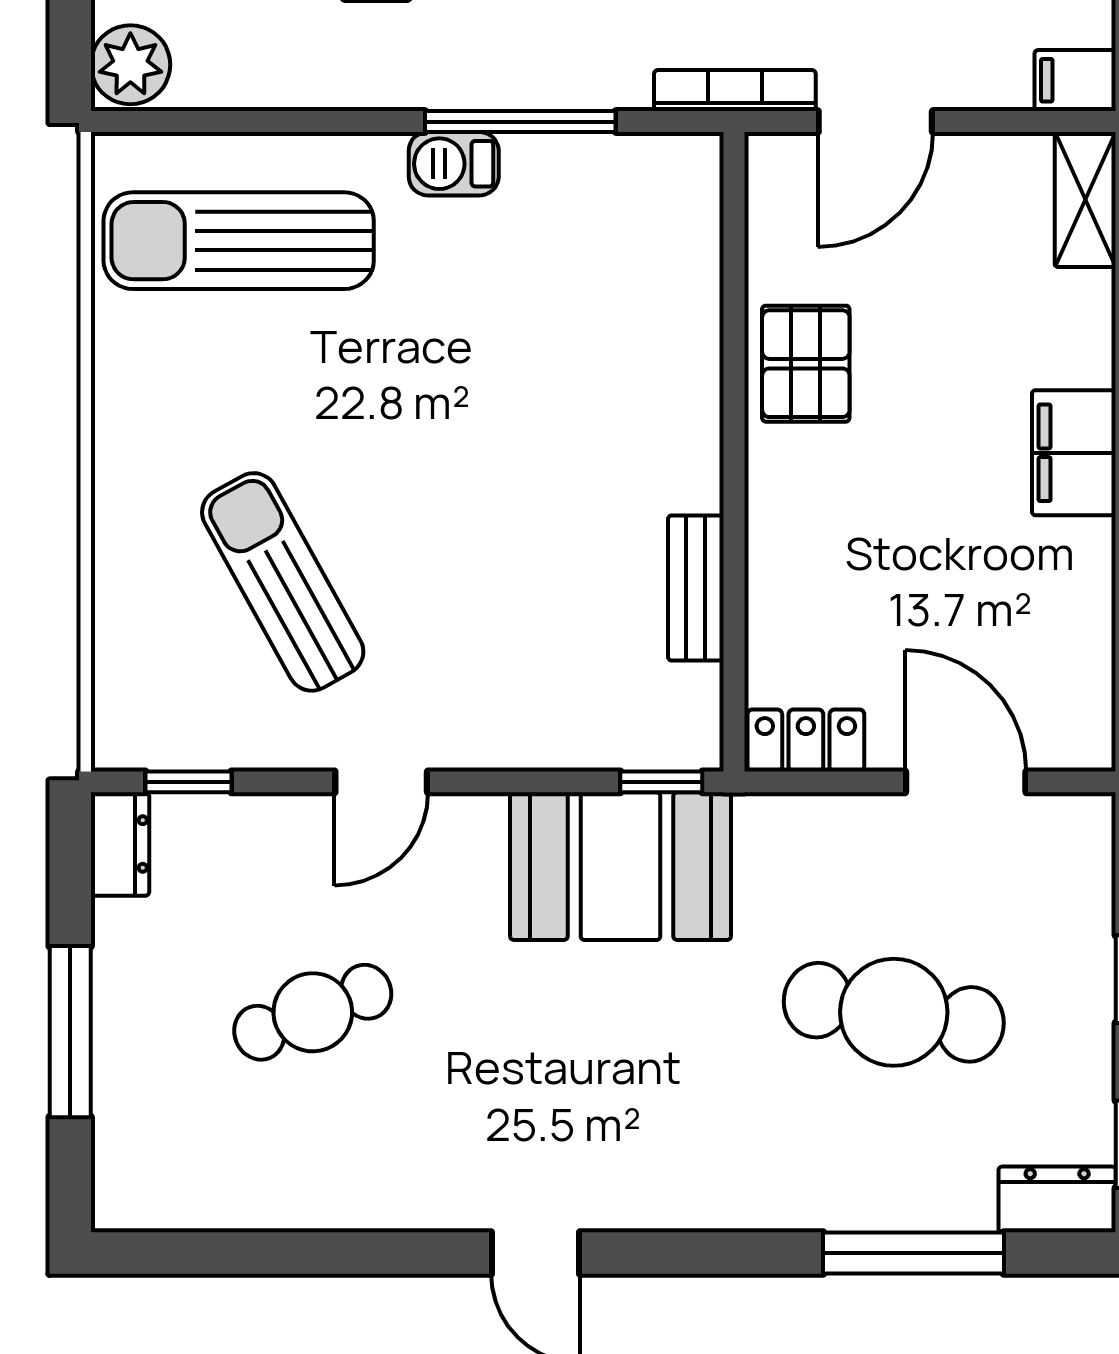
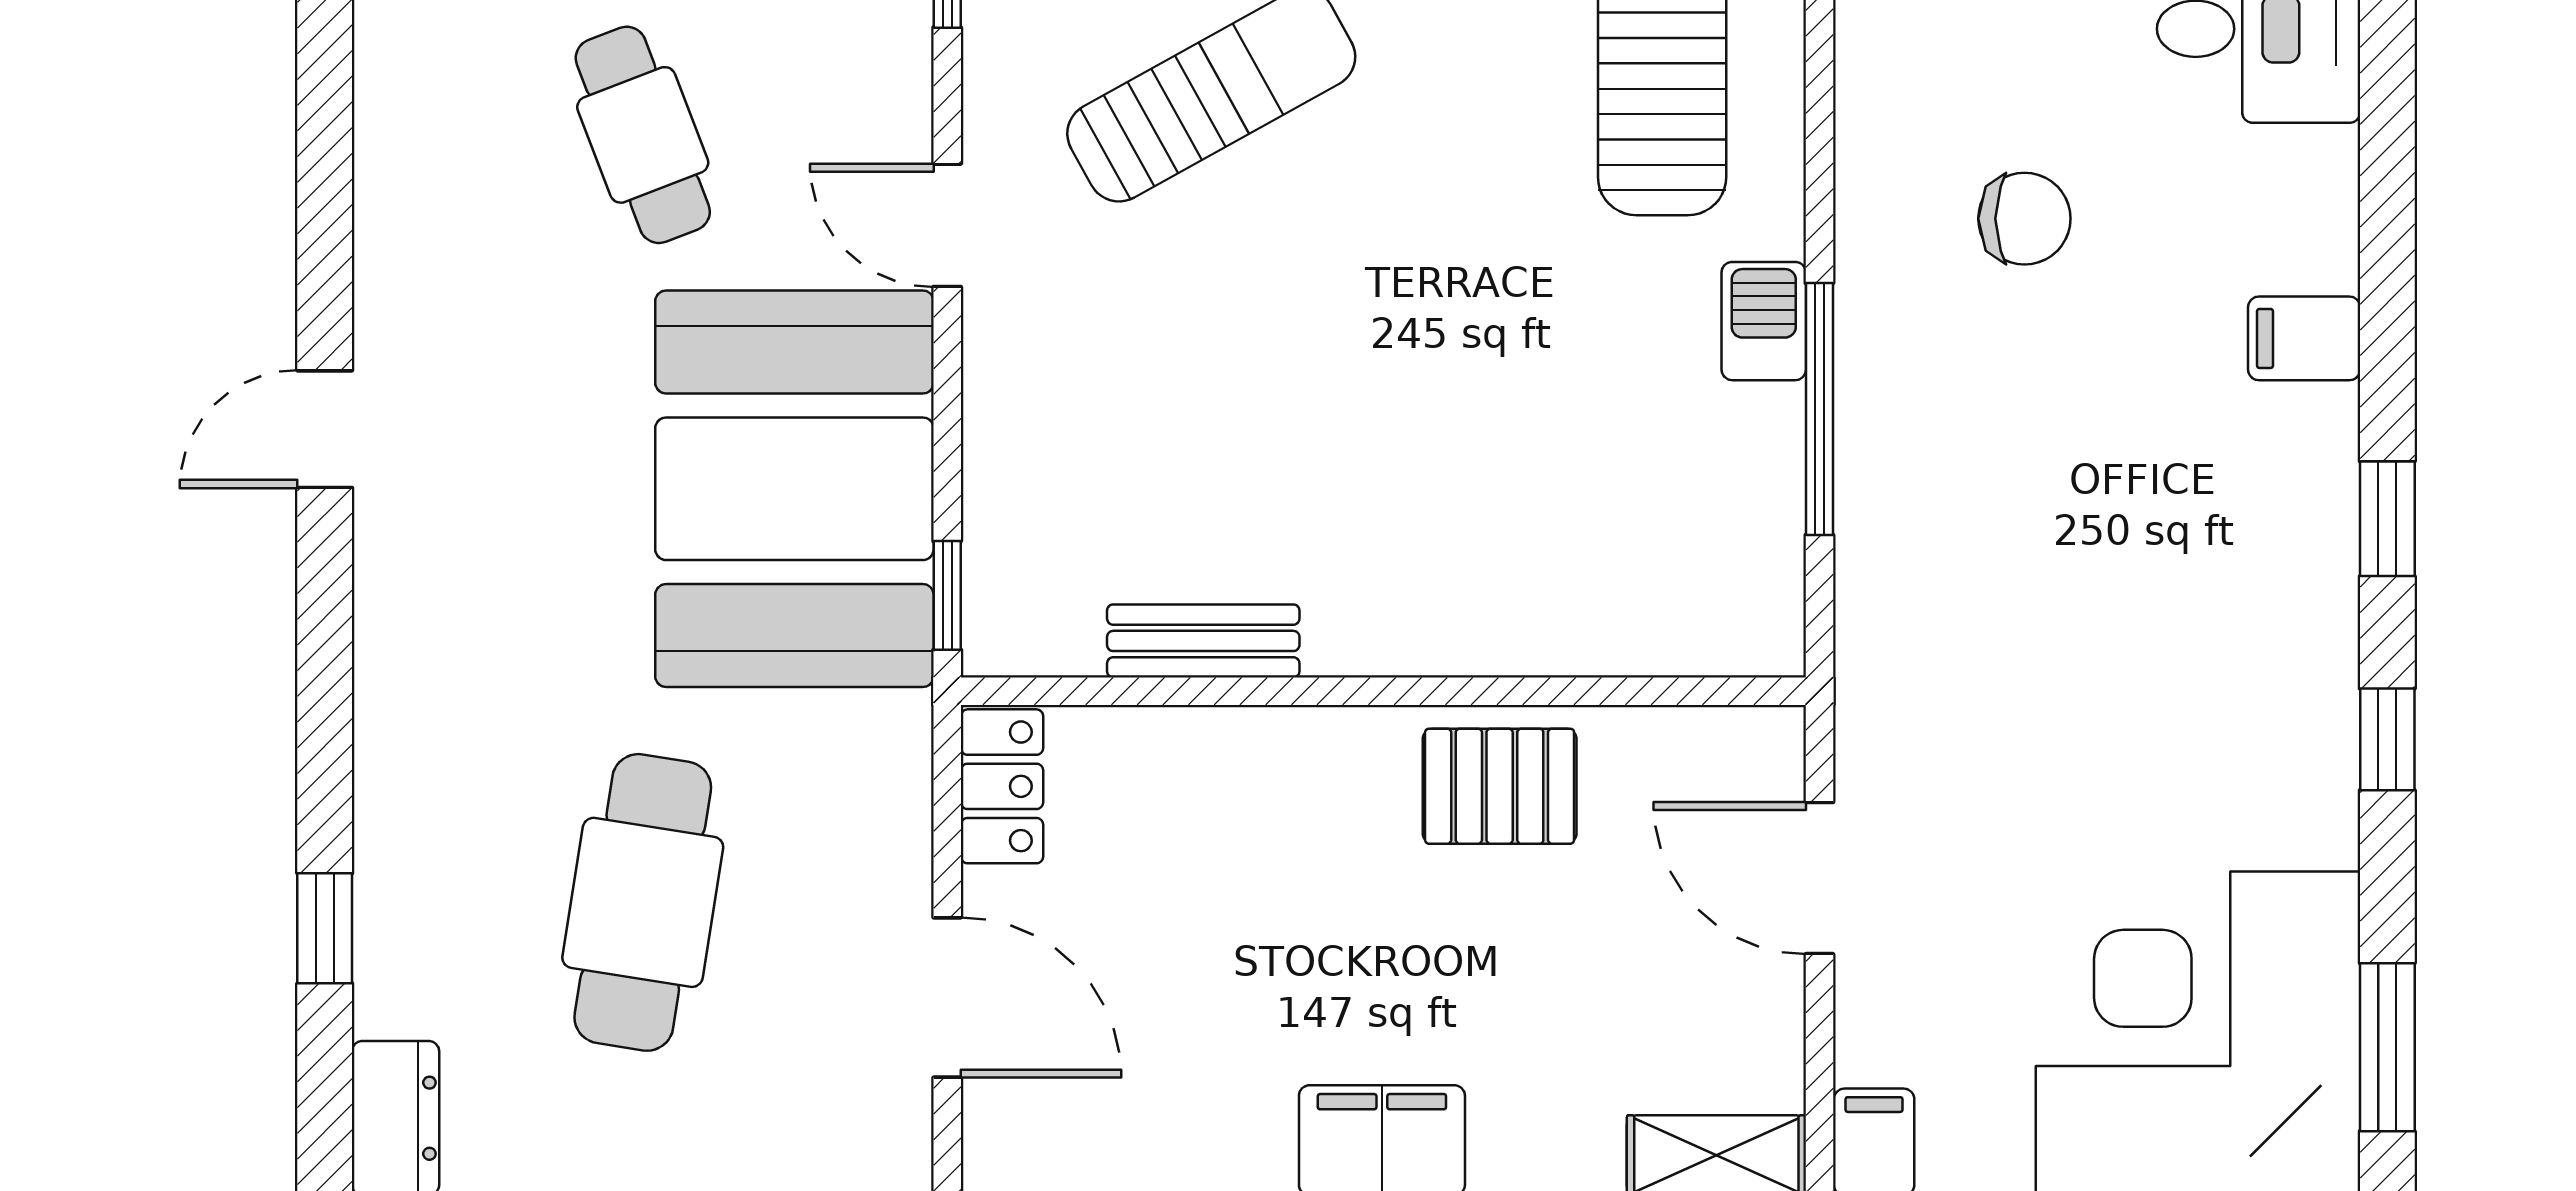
bookcase: (735, 91) -> (1860, 693), removed
door: (966, 782) -> (947, 998), hinge flipped
booth: (620, 866) -> (794, 489), width x1.36, depth x1.42
window: (913, 1253) -> (325, 928), width x0.46

